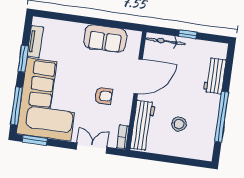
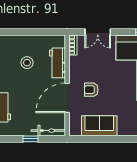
armchair: (103, 96) -> (91, 90), moved
workbench: (143, 125) -> (58, 63), width x0.73

